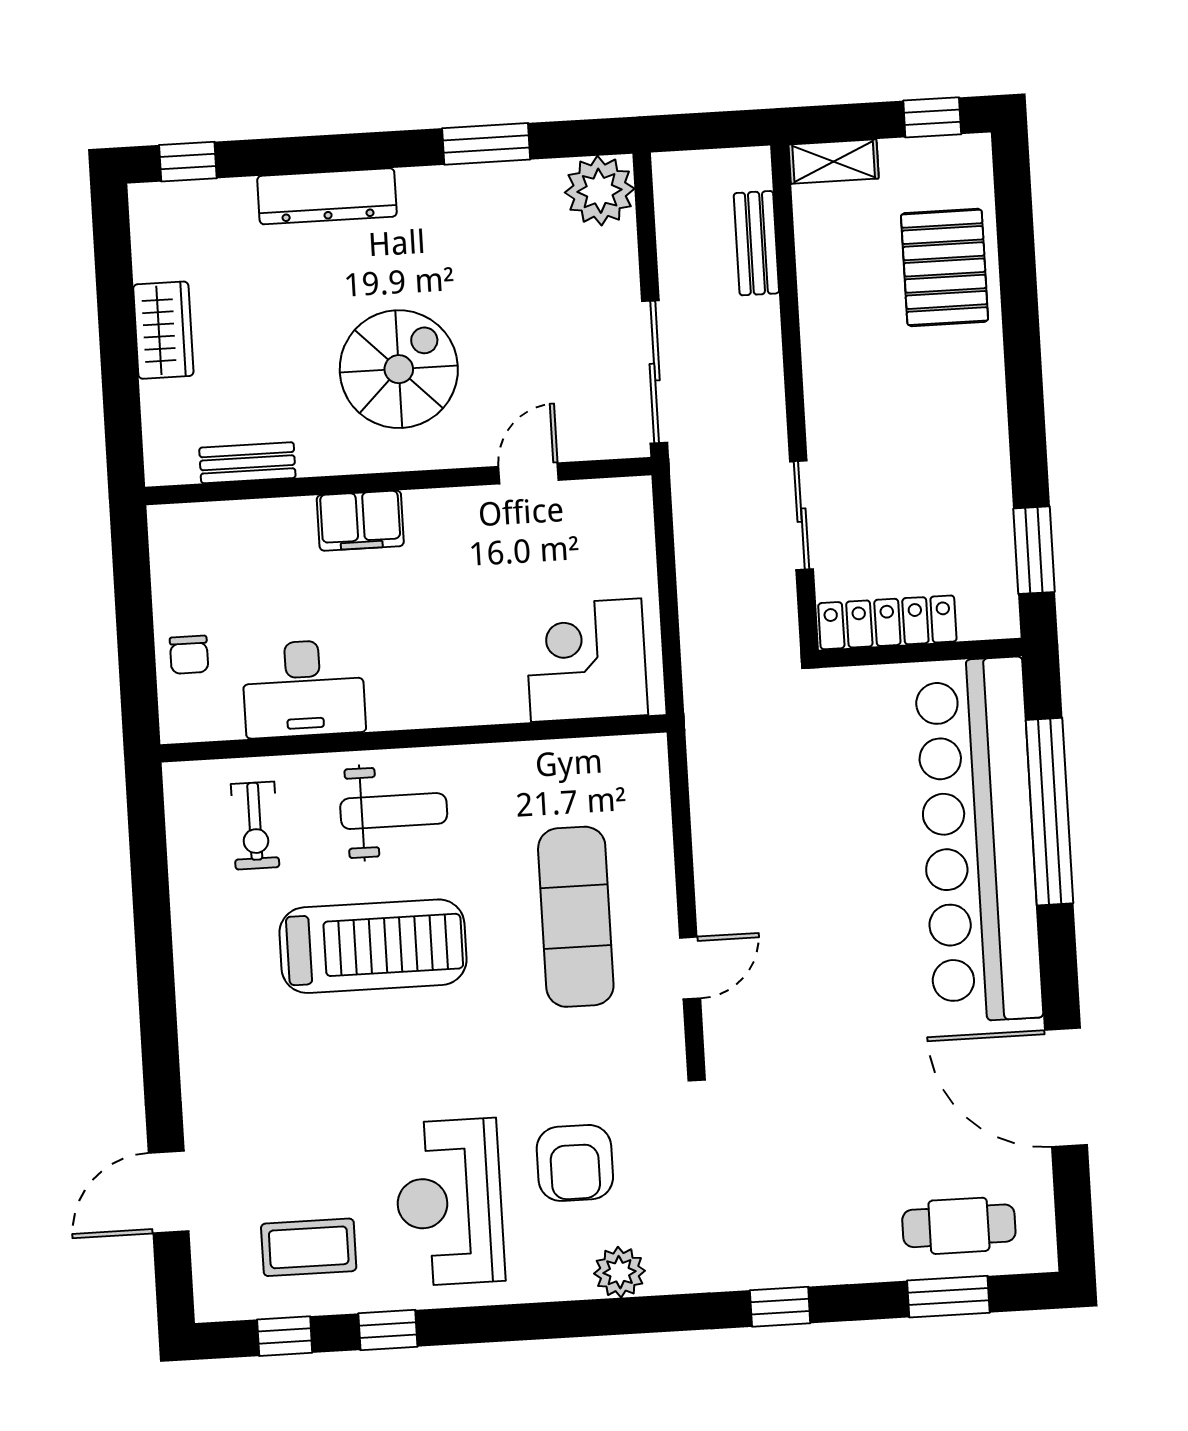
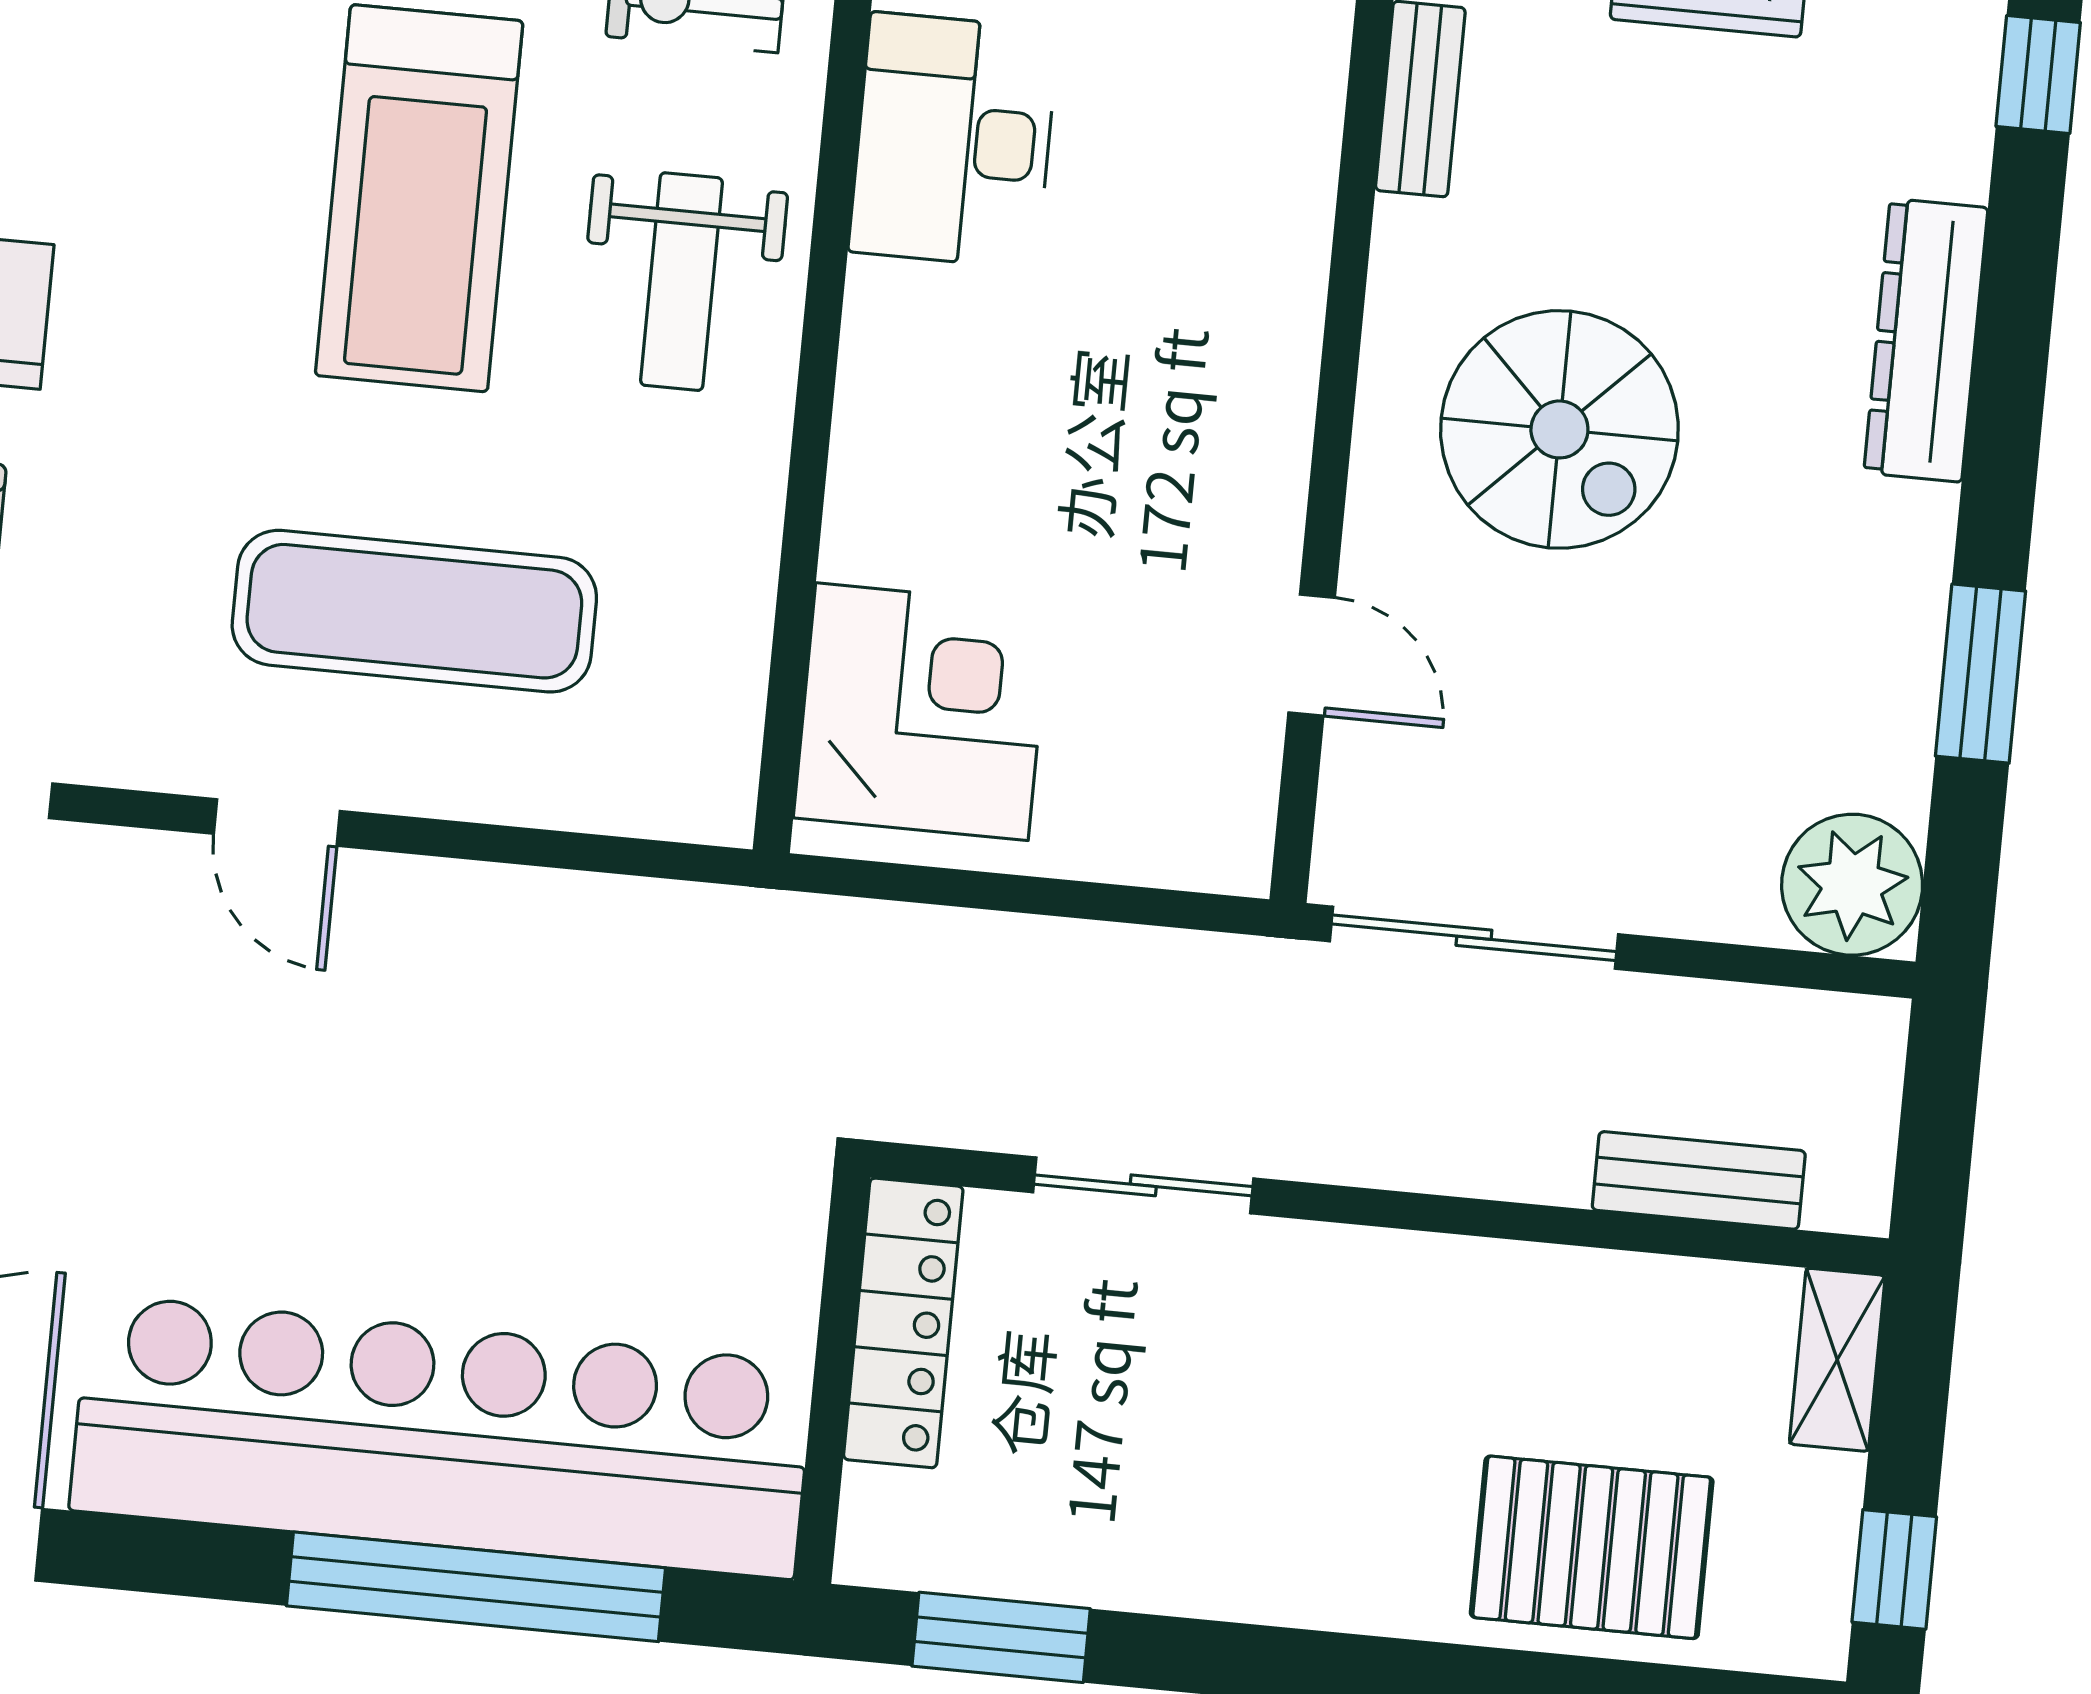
filing cabinet: (360, 521) -> (1270, 306), removed

